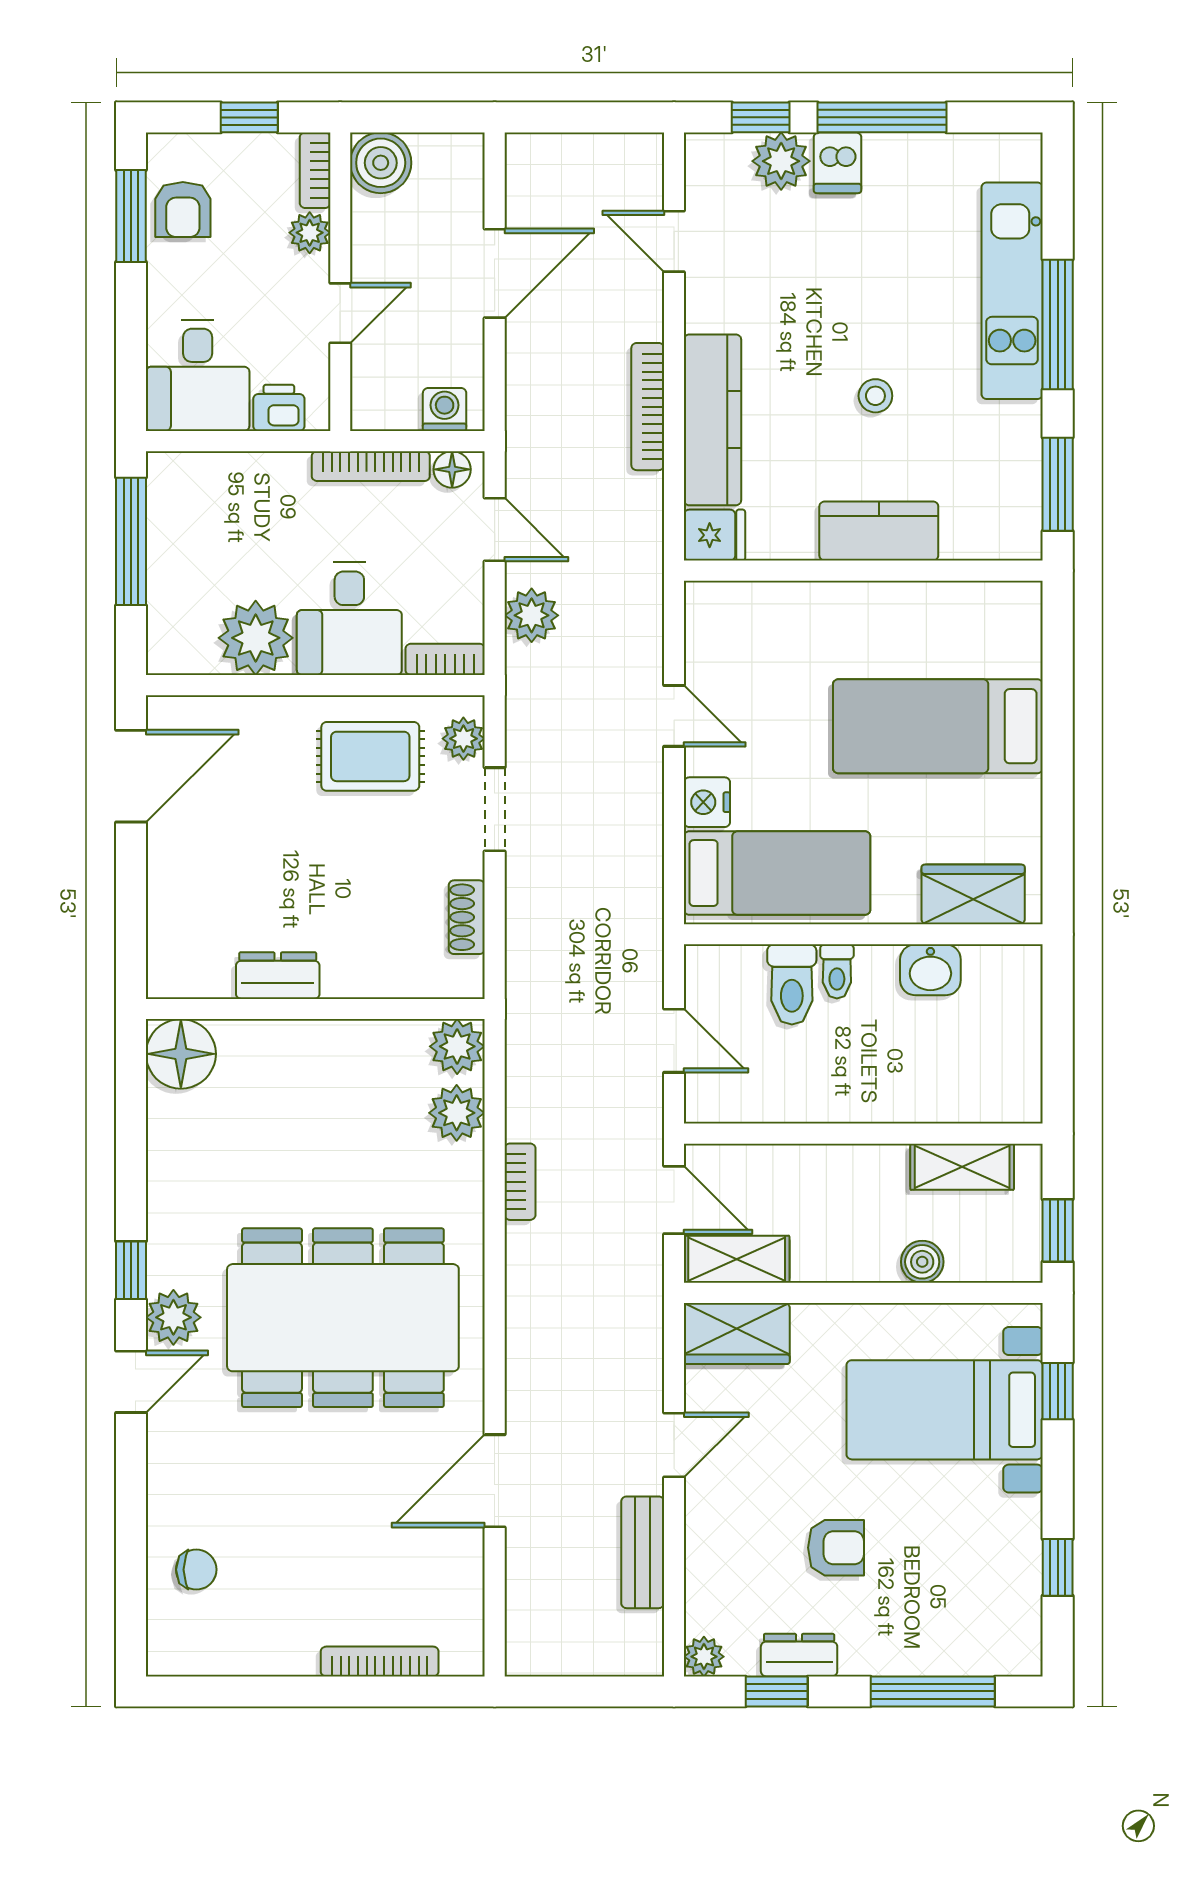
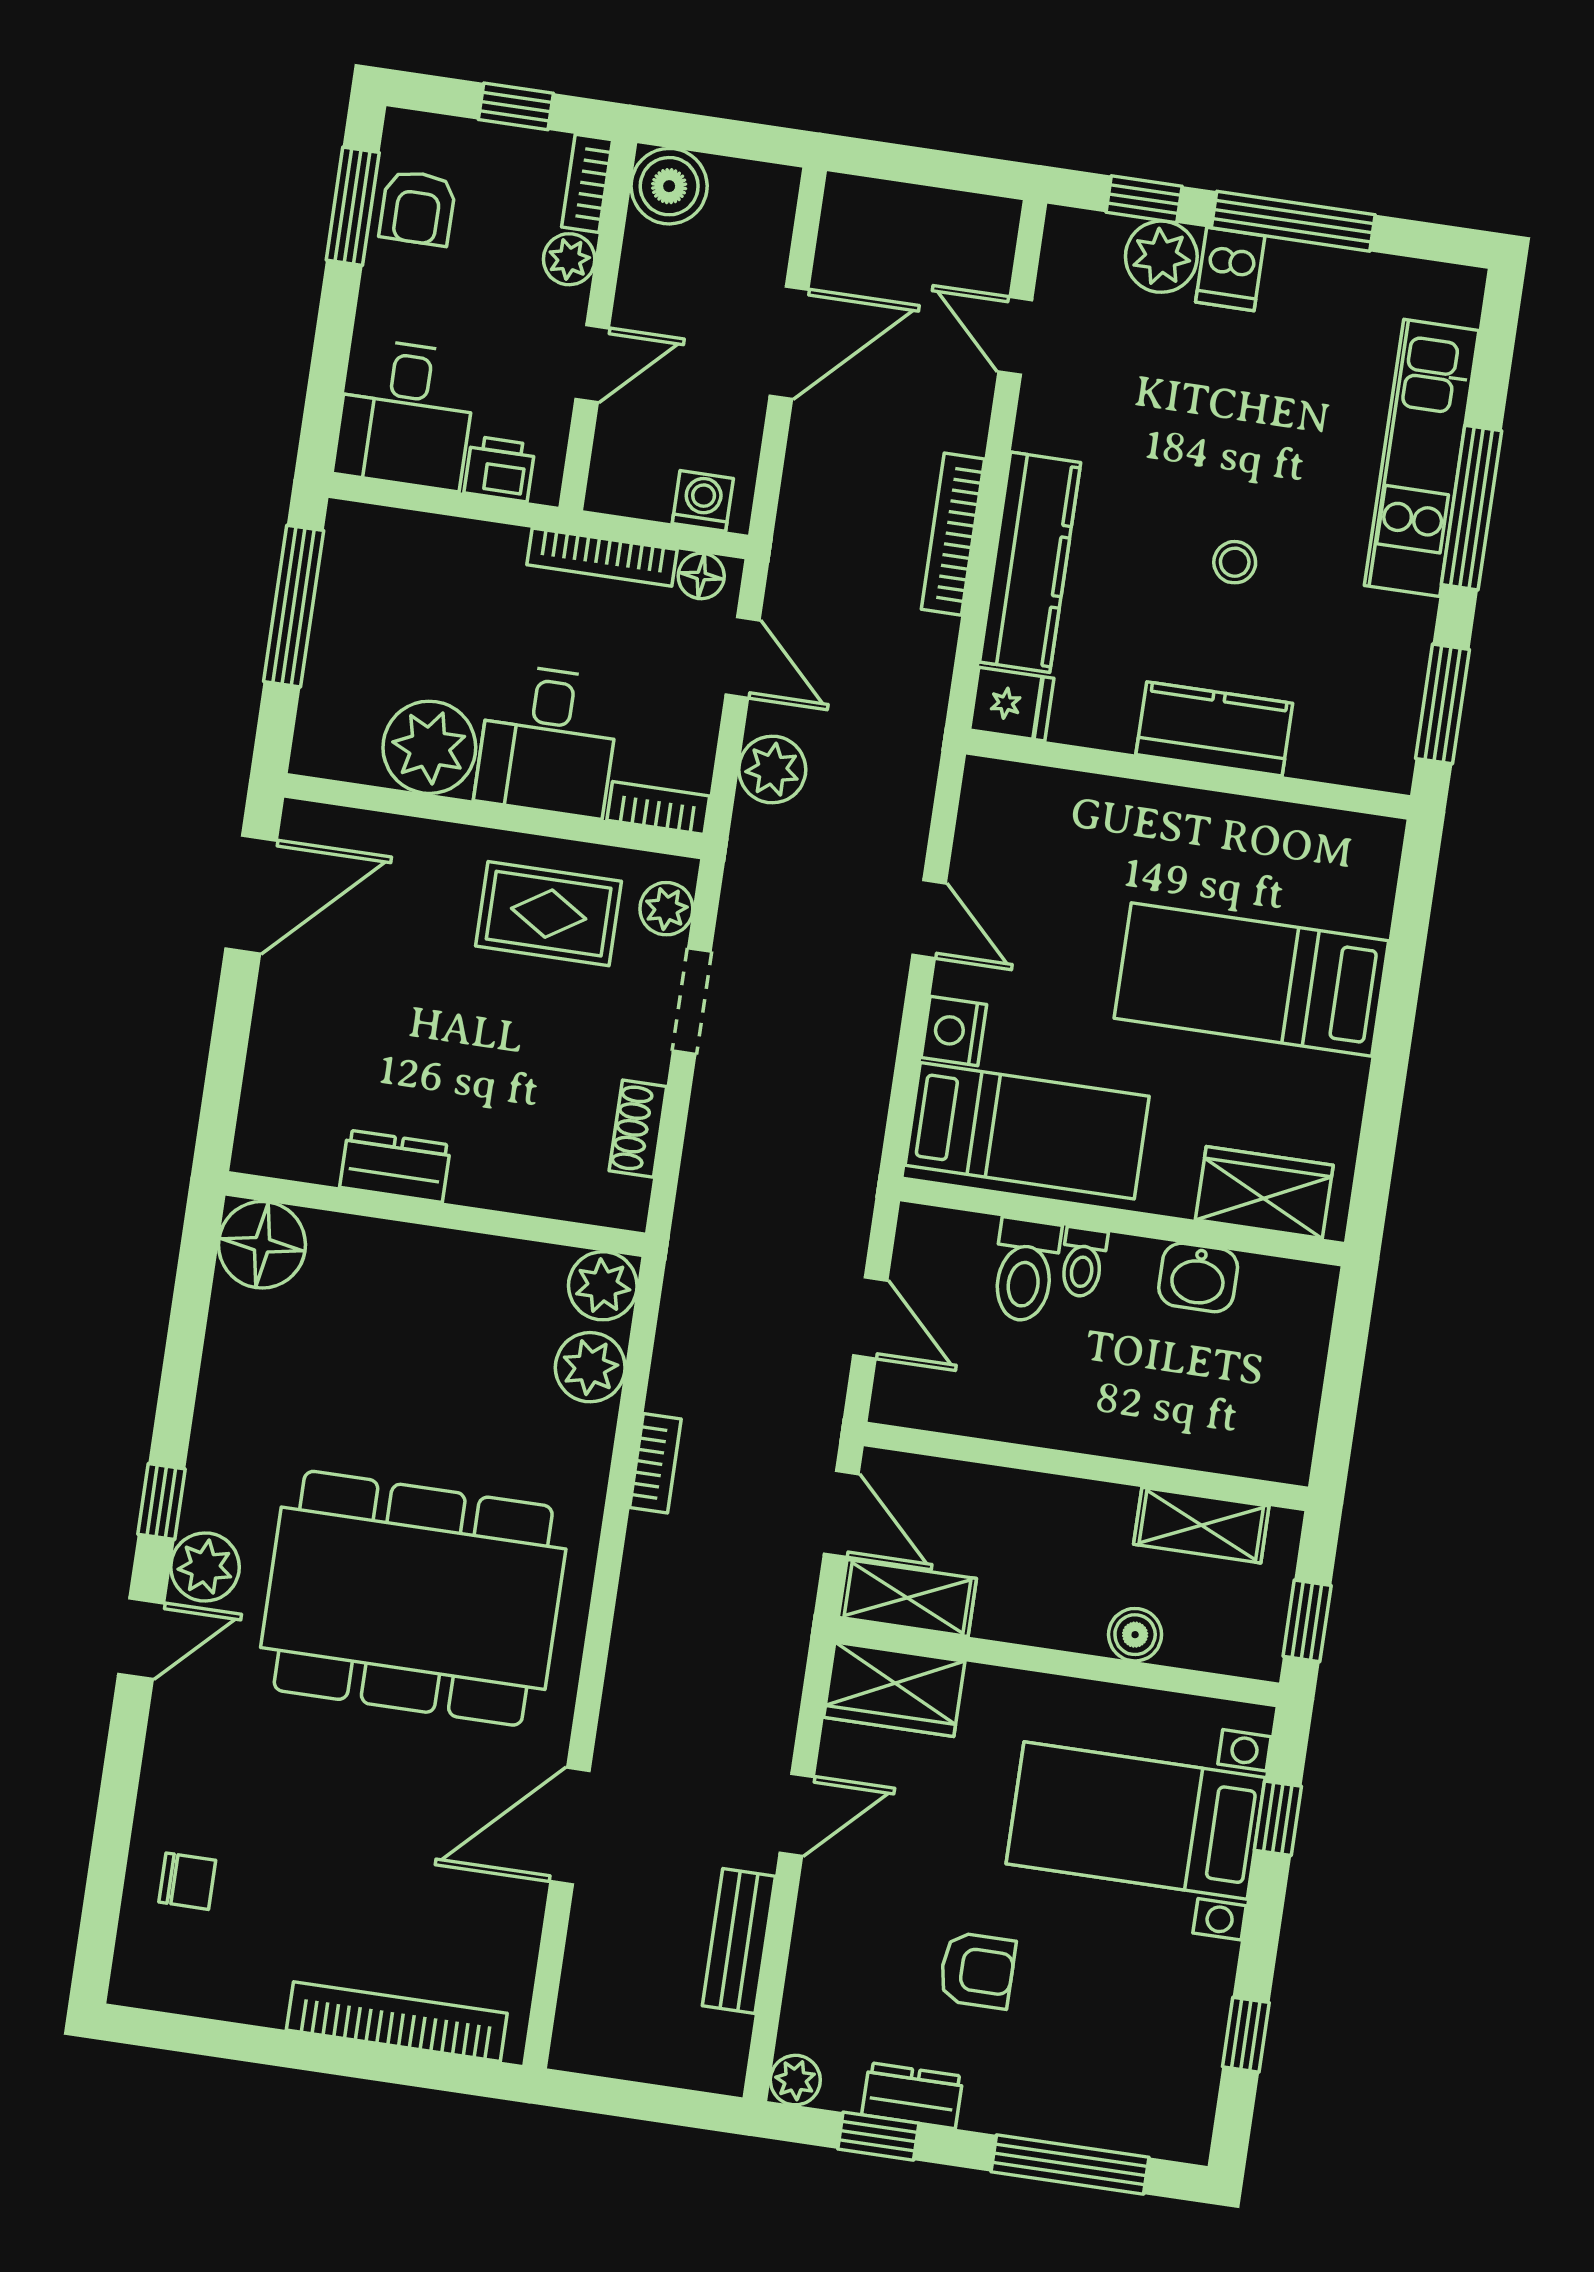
bookcase: (380, 1661) -> (397, 2022), width x1.48, depth x1.31

